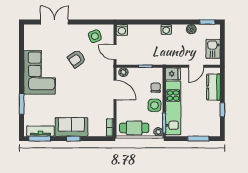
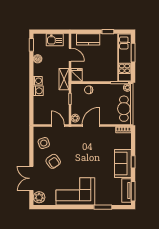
washing machine: (122, 30) -> (38, 91), moved
plant: (33, 31) -> (39, 197), added
door: (115, 52) -> (58, 125), swing flipped
armchair: (77, 59) -> (53, 161), moved
shelving: (168, 59) -> (64, 79), added
side table: (154, 105) -> (104, 91), removed
kitchen unit: (173, 108) -> (125, 58), moved, turned -90

